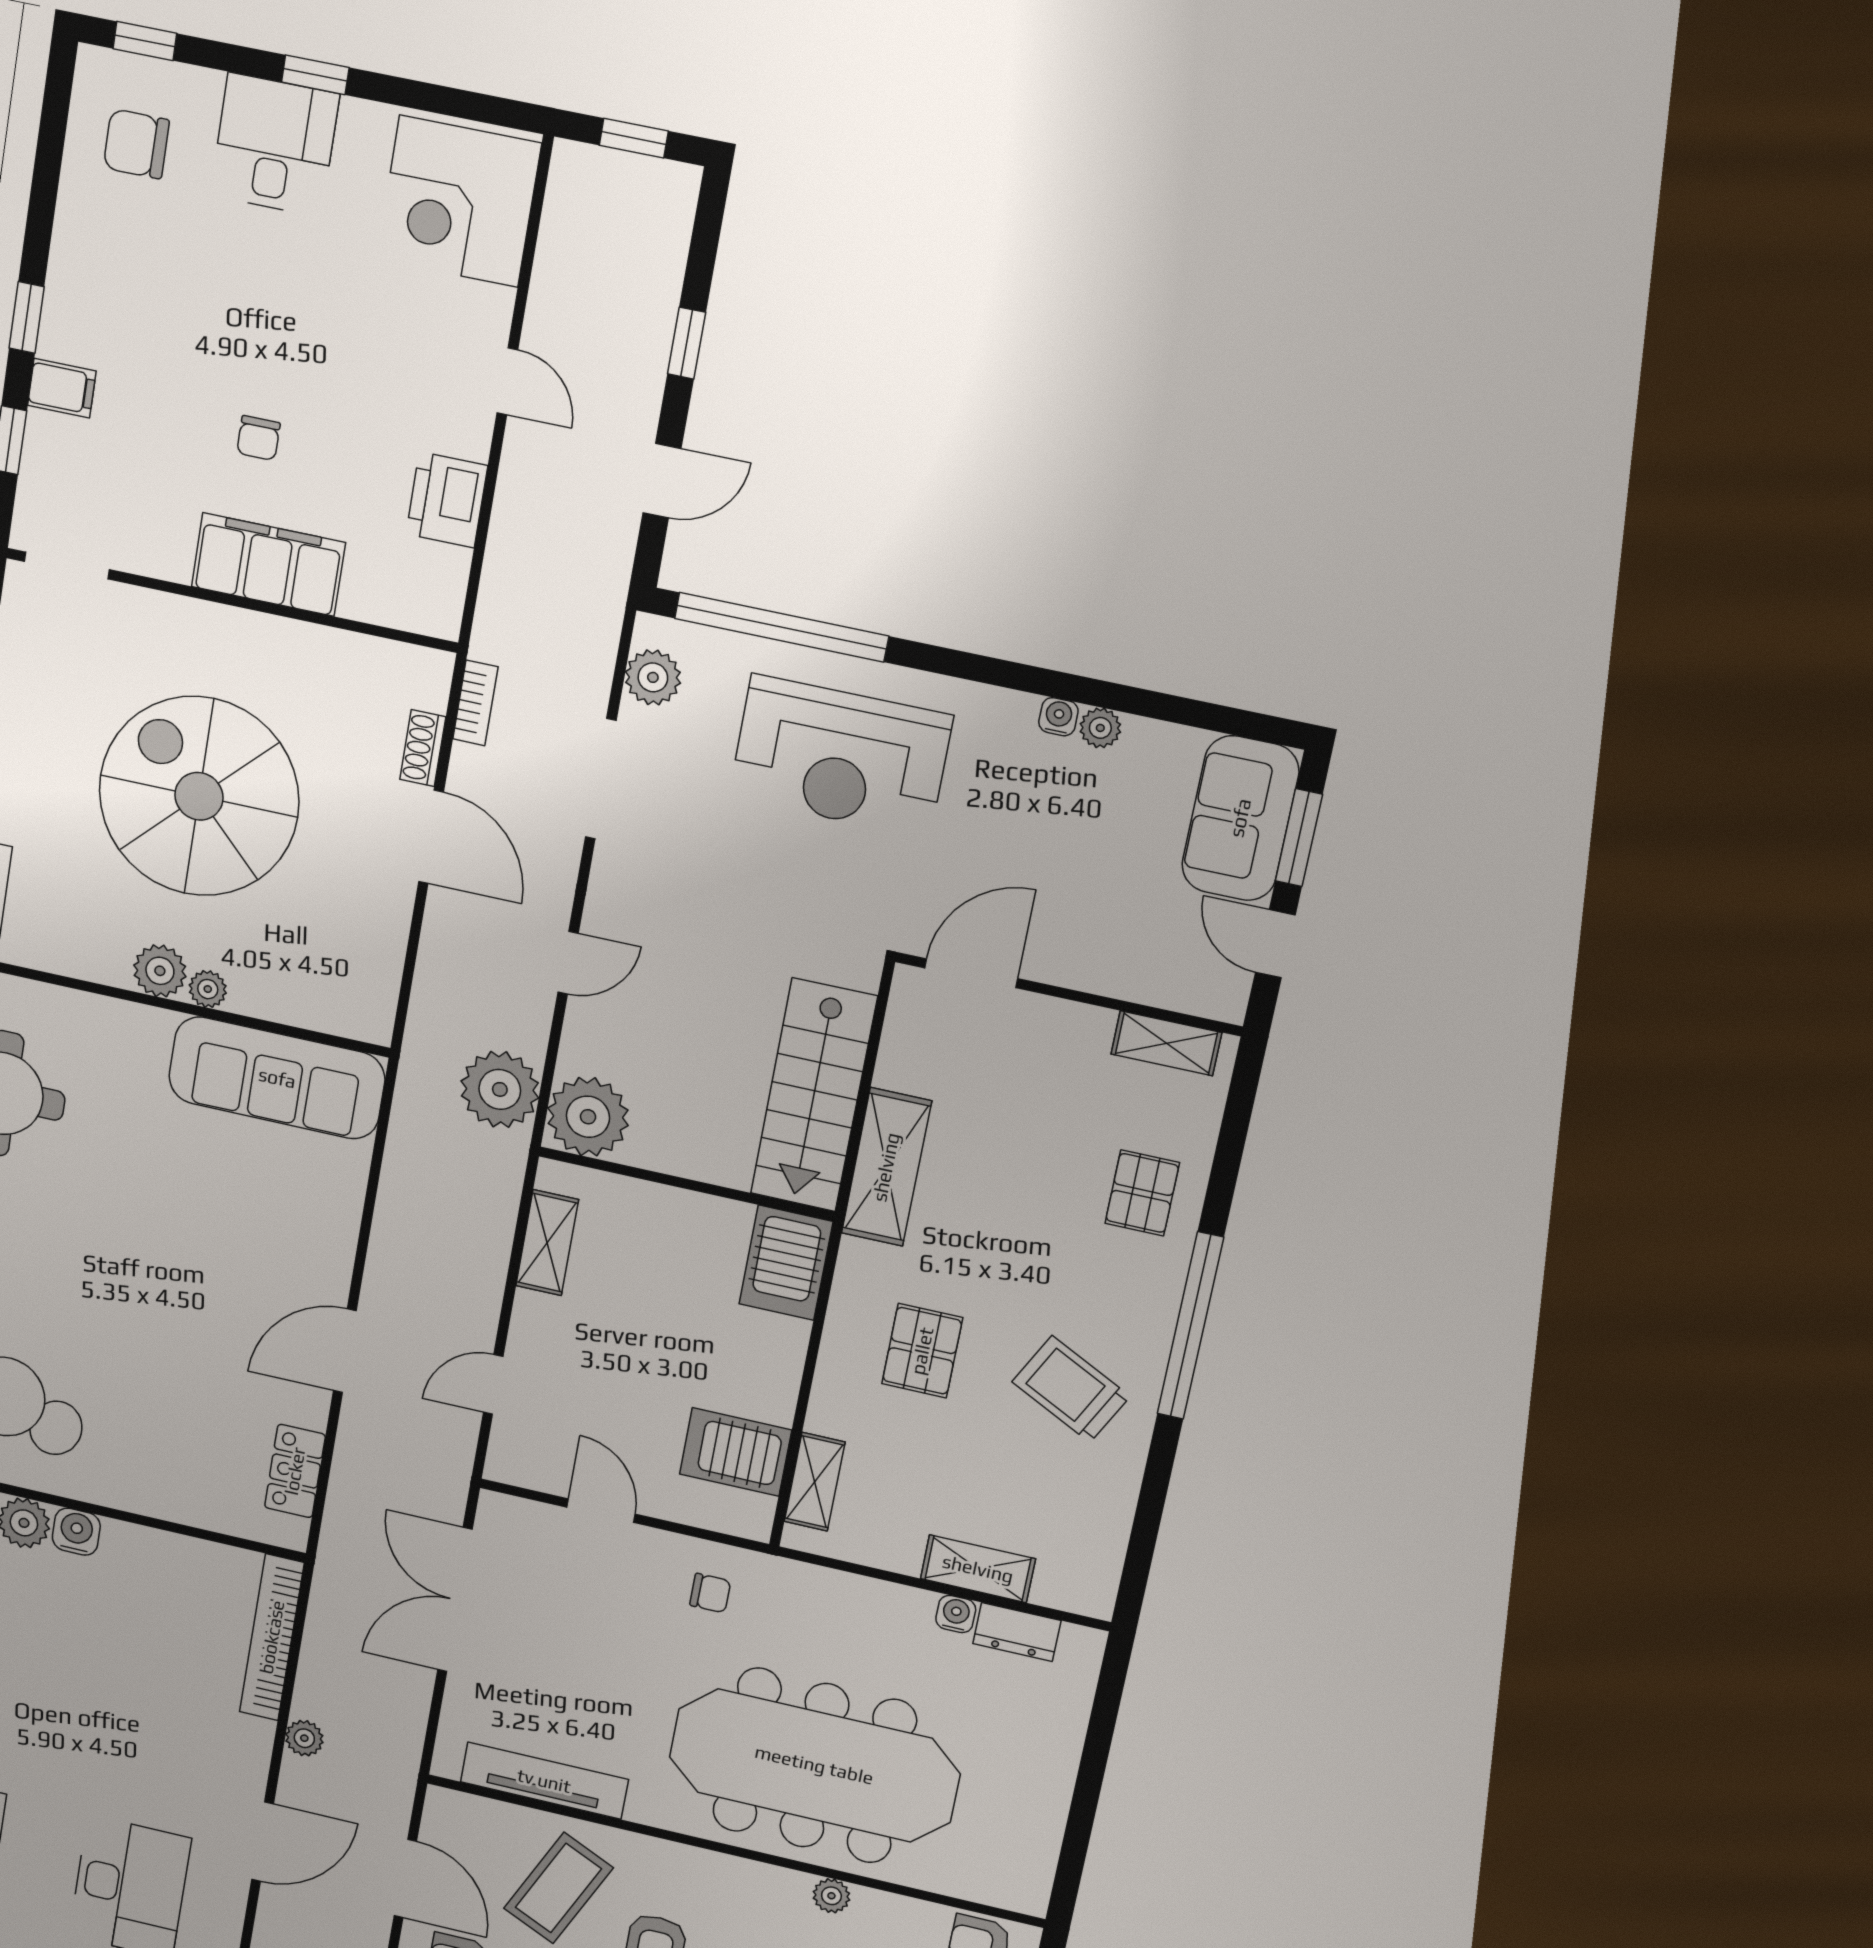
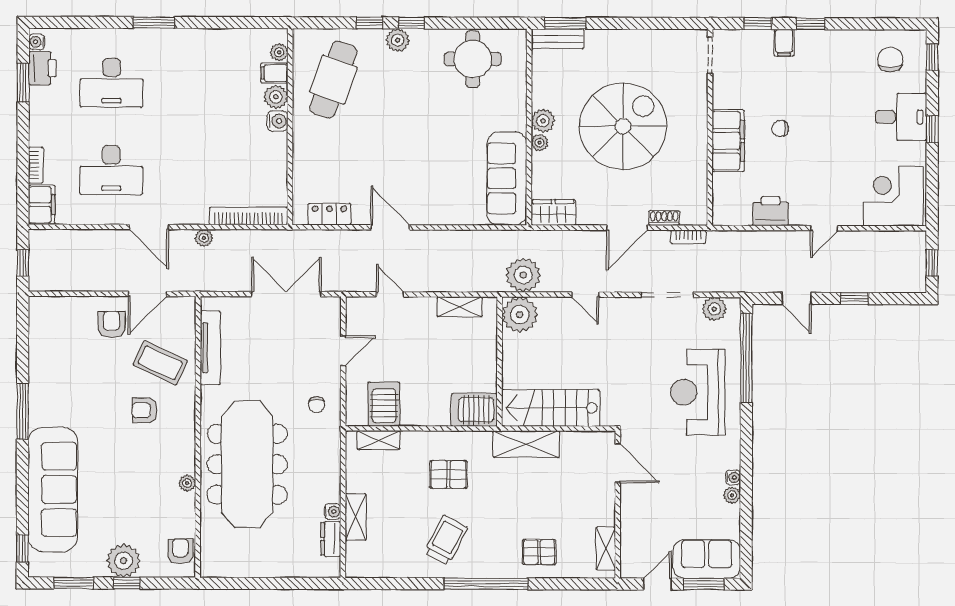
wardrobe: (369, 993) -> (553, 212), added

